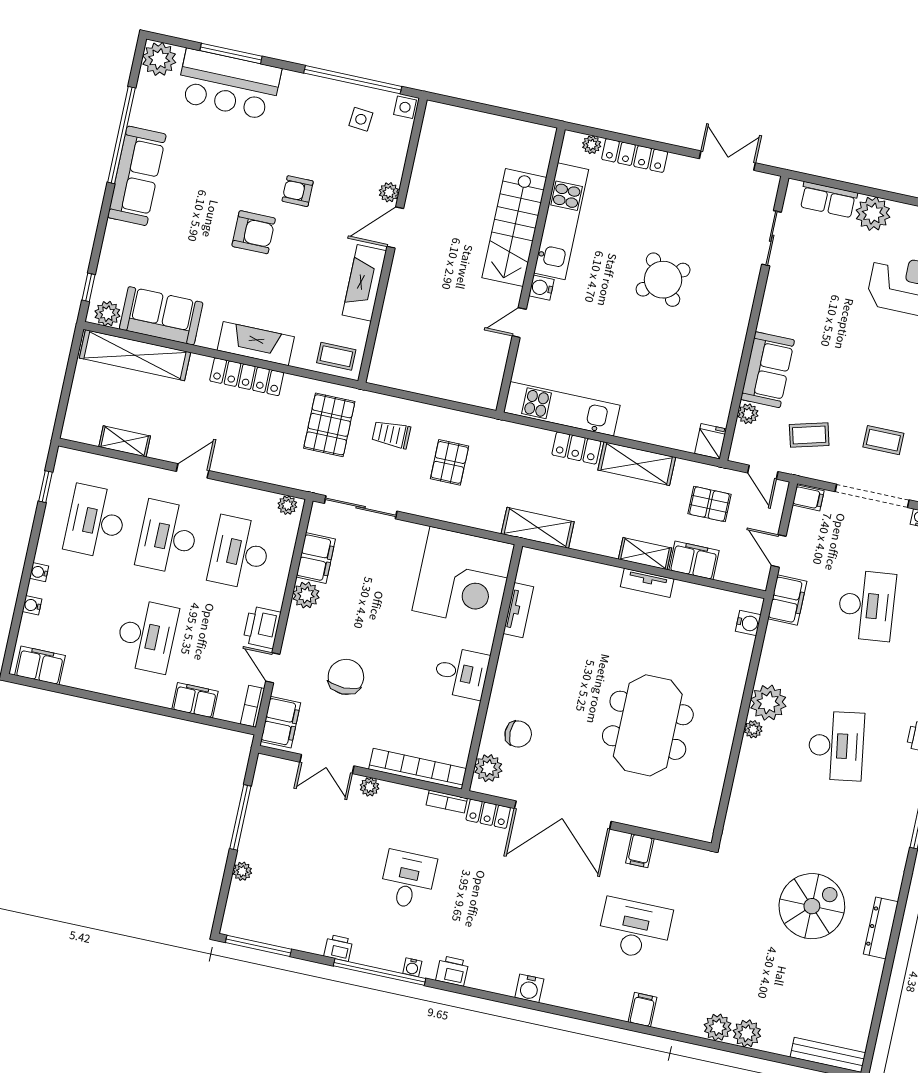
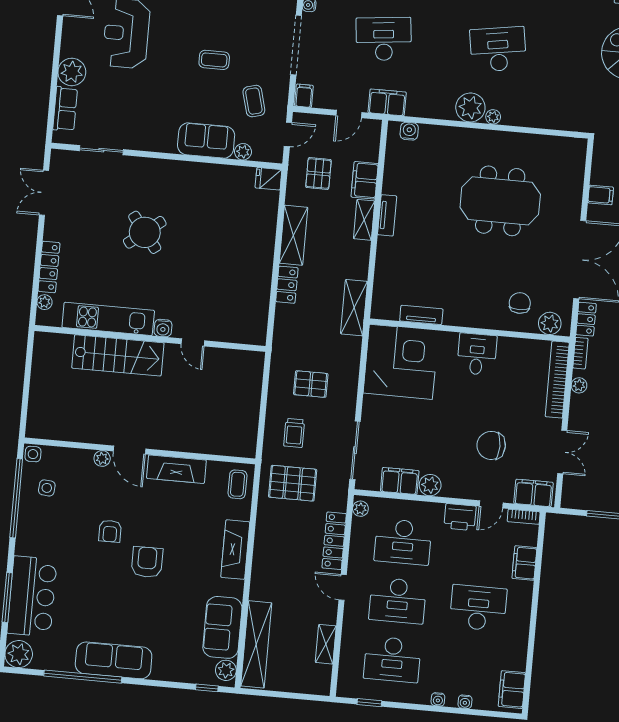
locker: (247, 377) -> (334, 541), moved, turned 180
kitchen unit: (562, 409) -> (257, 300), removed
coffee table: (883, 440) -> (214, 60), moved, turned 90
plant: (370, 787) -> (579, 385), moved

